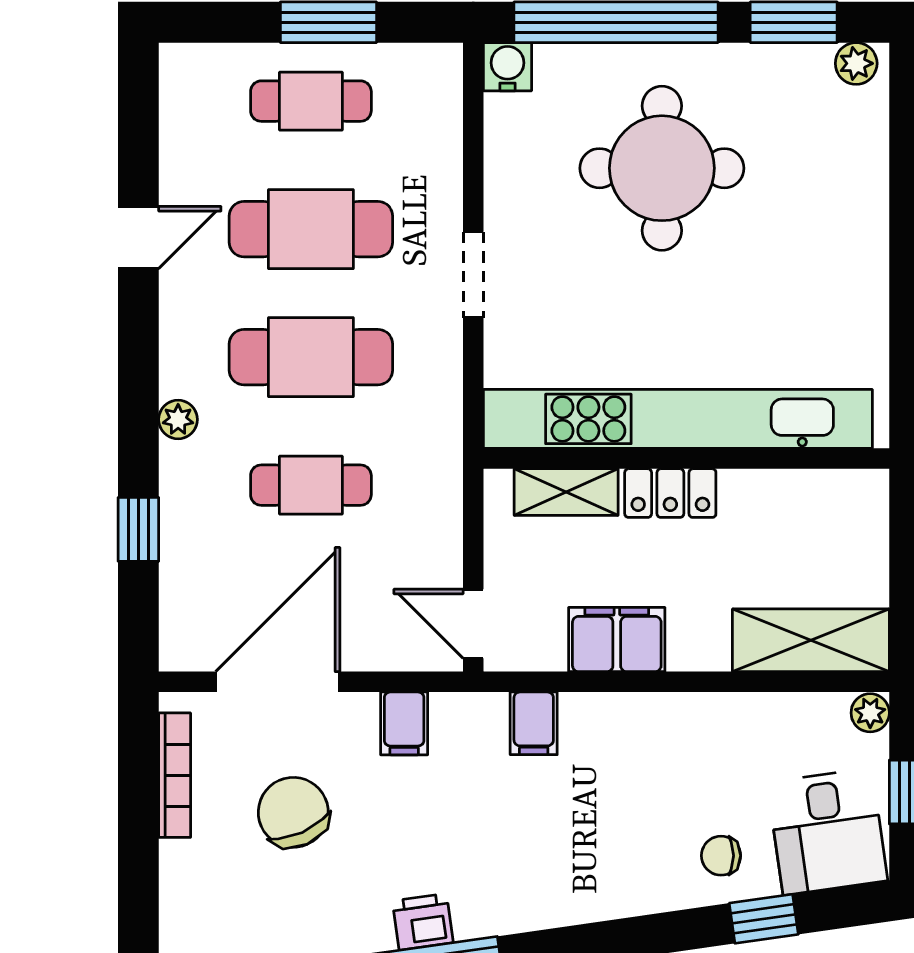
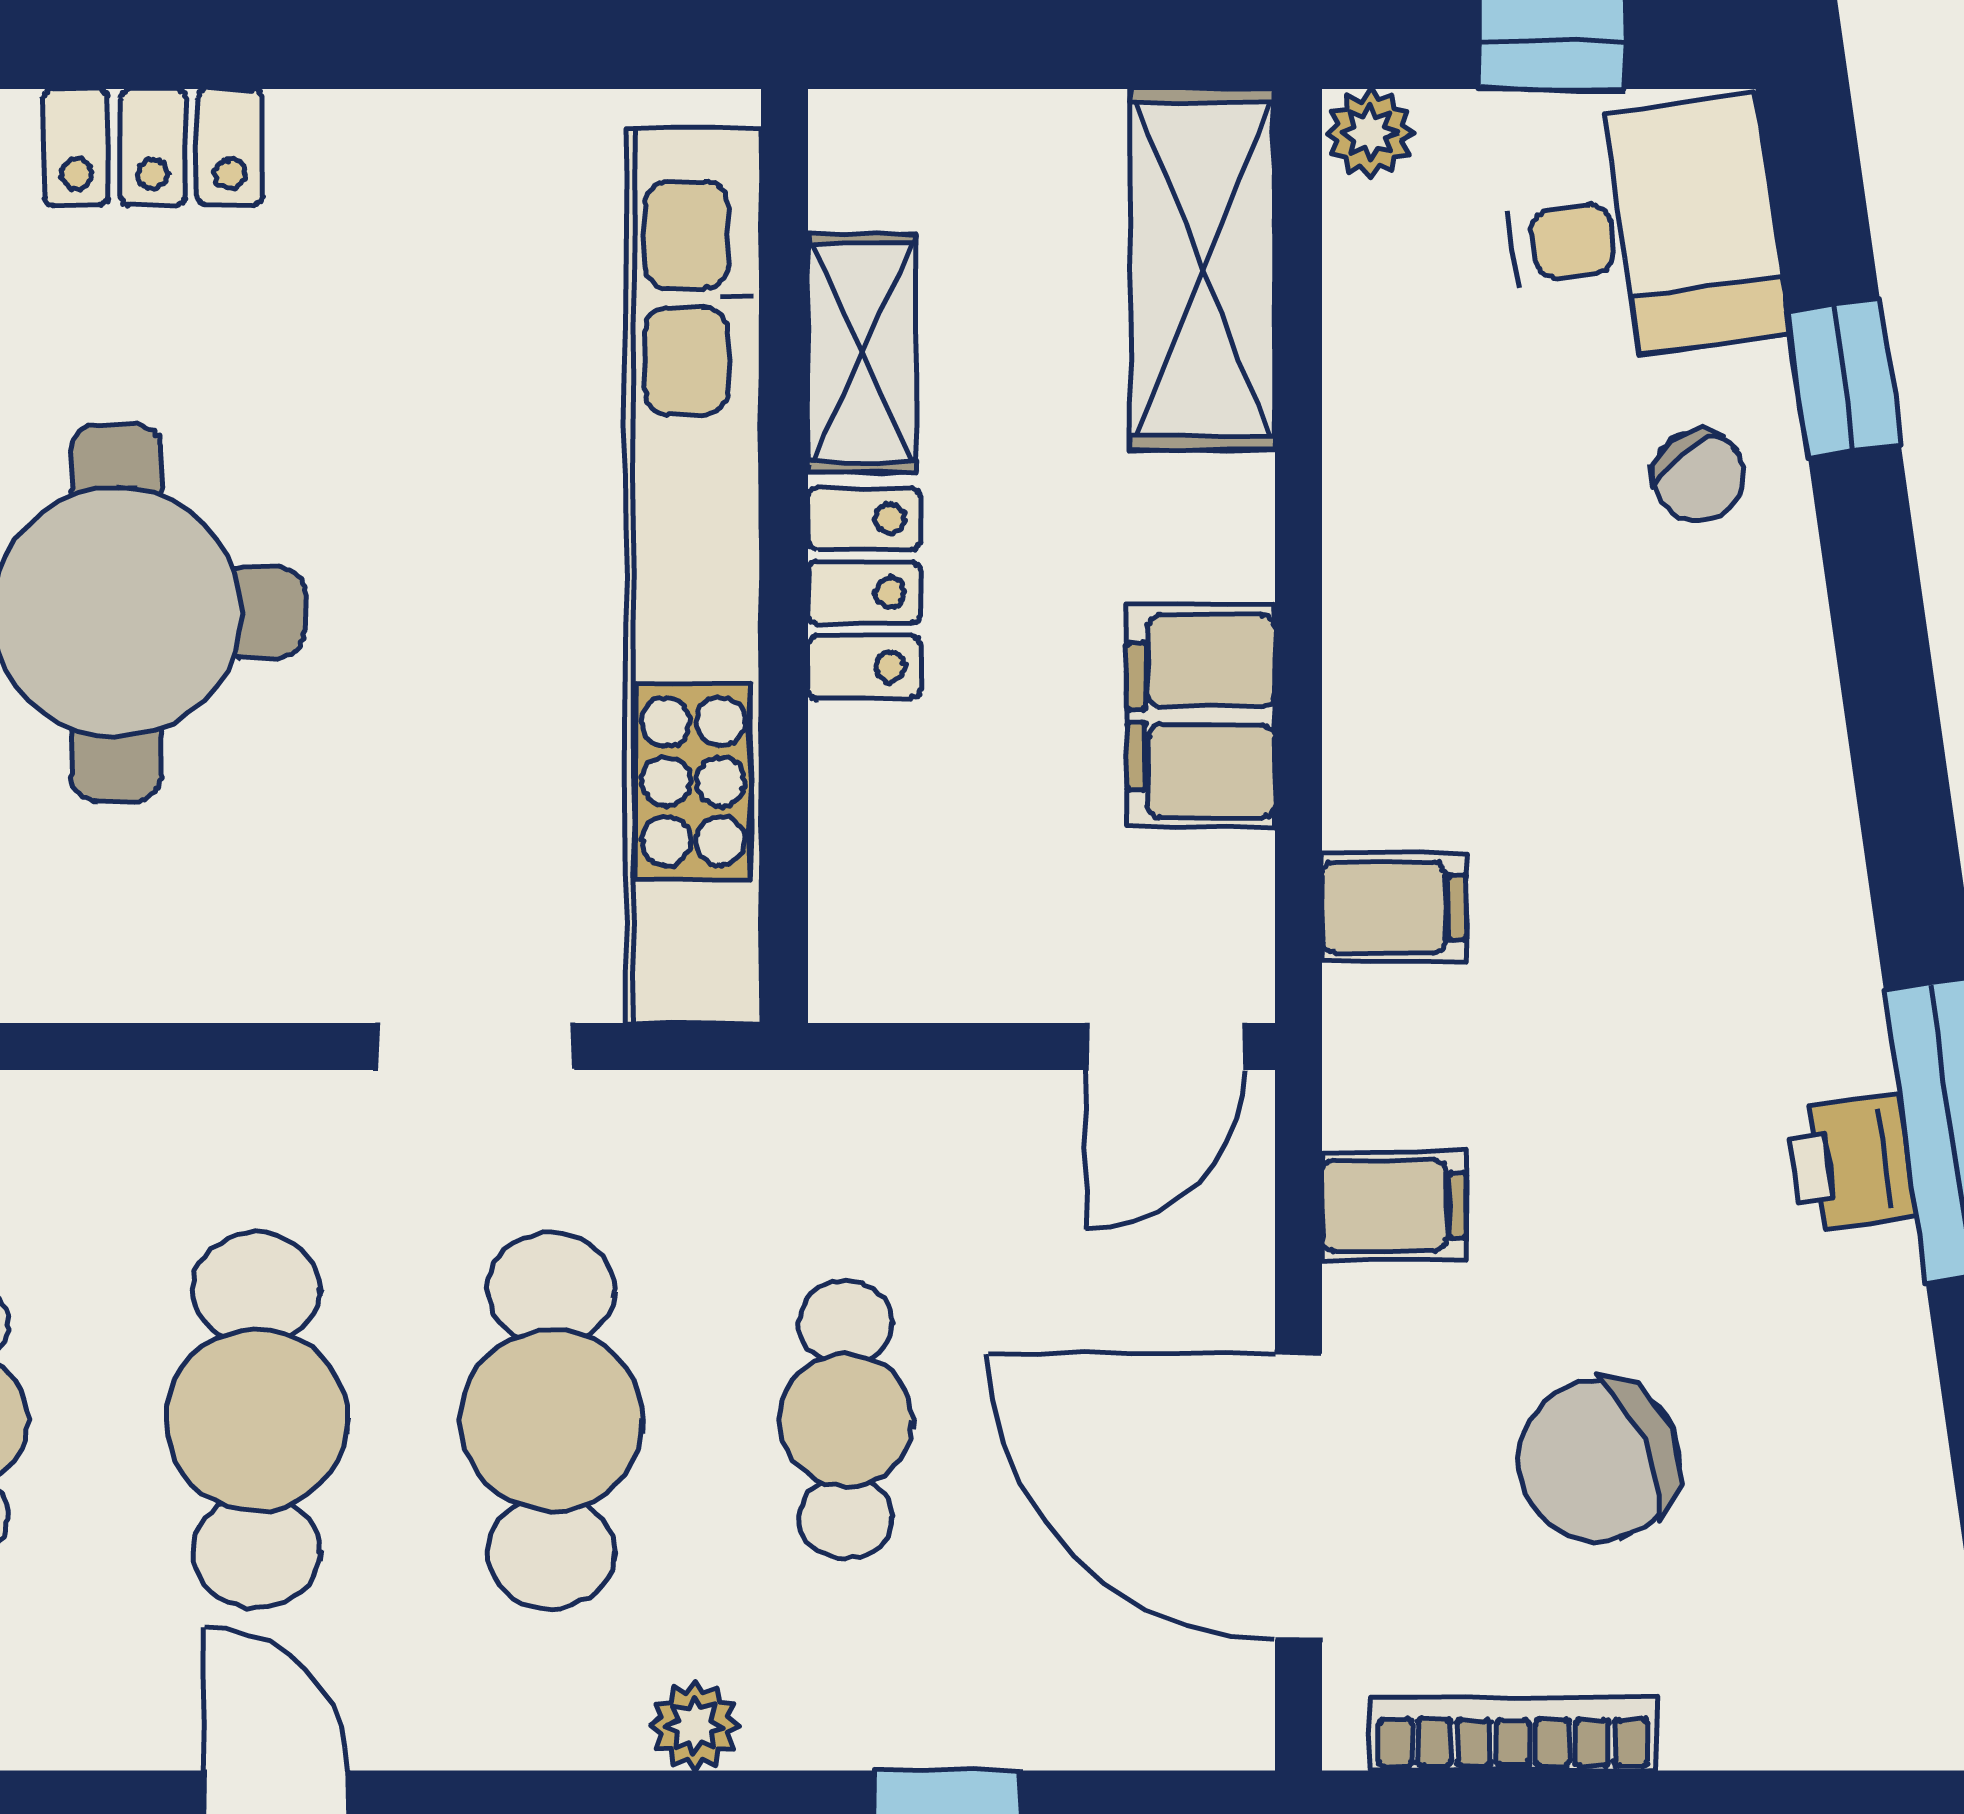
locker: (864, 184) -> (153, 147), added
doorway: (473, 275) -> (475, 1046), moved
shelving: (566, 492) -> (862, 353), moved
chair: (721, 856) -> (1699, 476), turned -37

